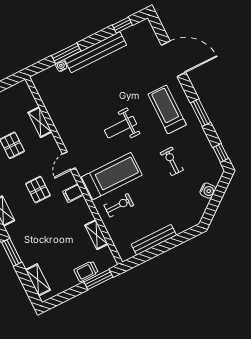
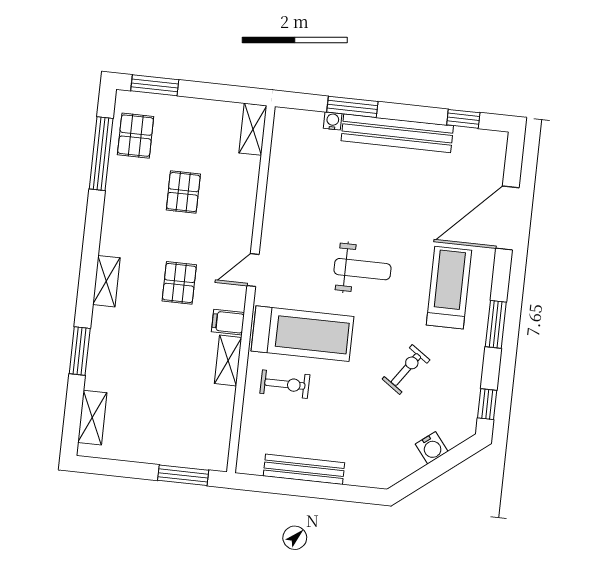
door: (174, 59) -> (507, 218), swing flipped
shelving: (40, 122) -> (253, 129), moved
weight bench: (121, 127) -> (362, 269), turned 180
exercise bike: (172, 161) -> (406, 369), turned 35
shelving: (96, 235) -> (228, 360), moved
trolley: (86, 271) -> (173, 451), removed

